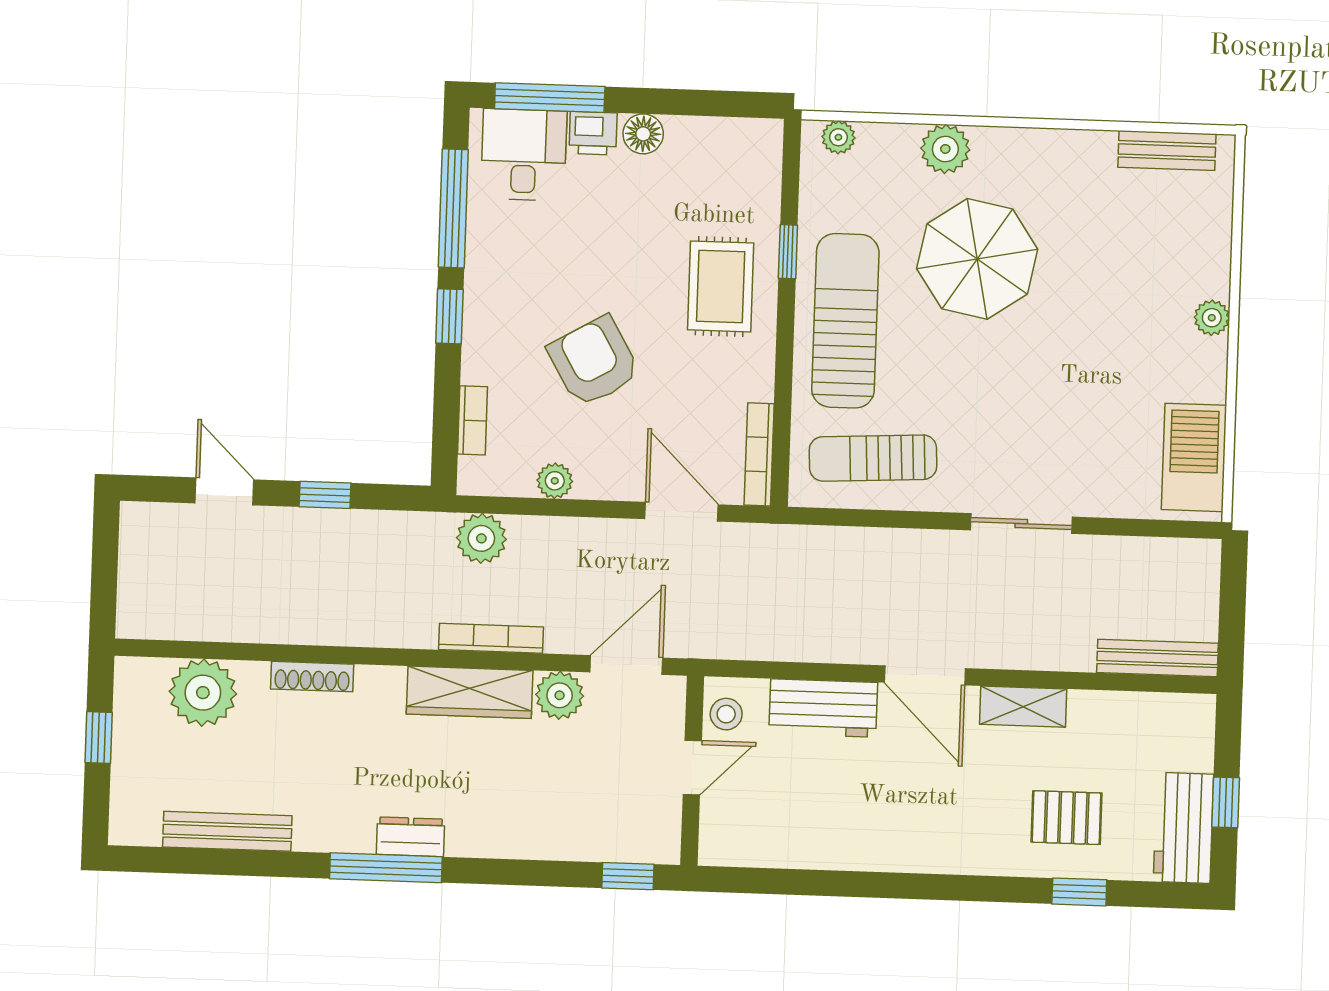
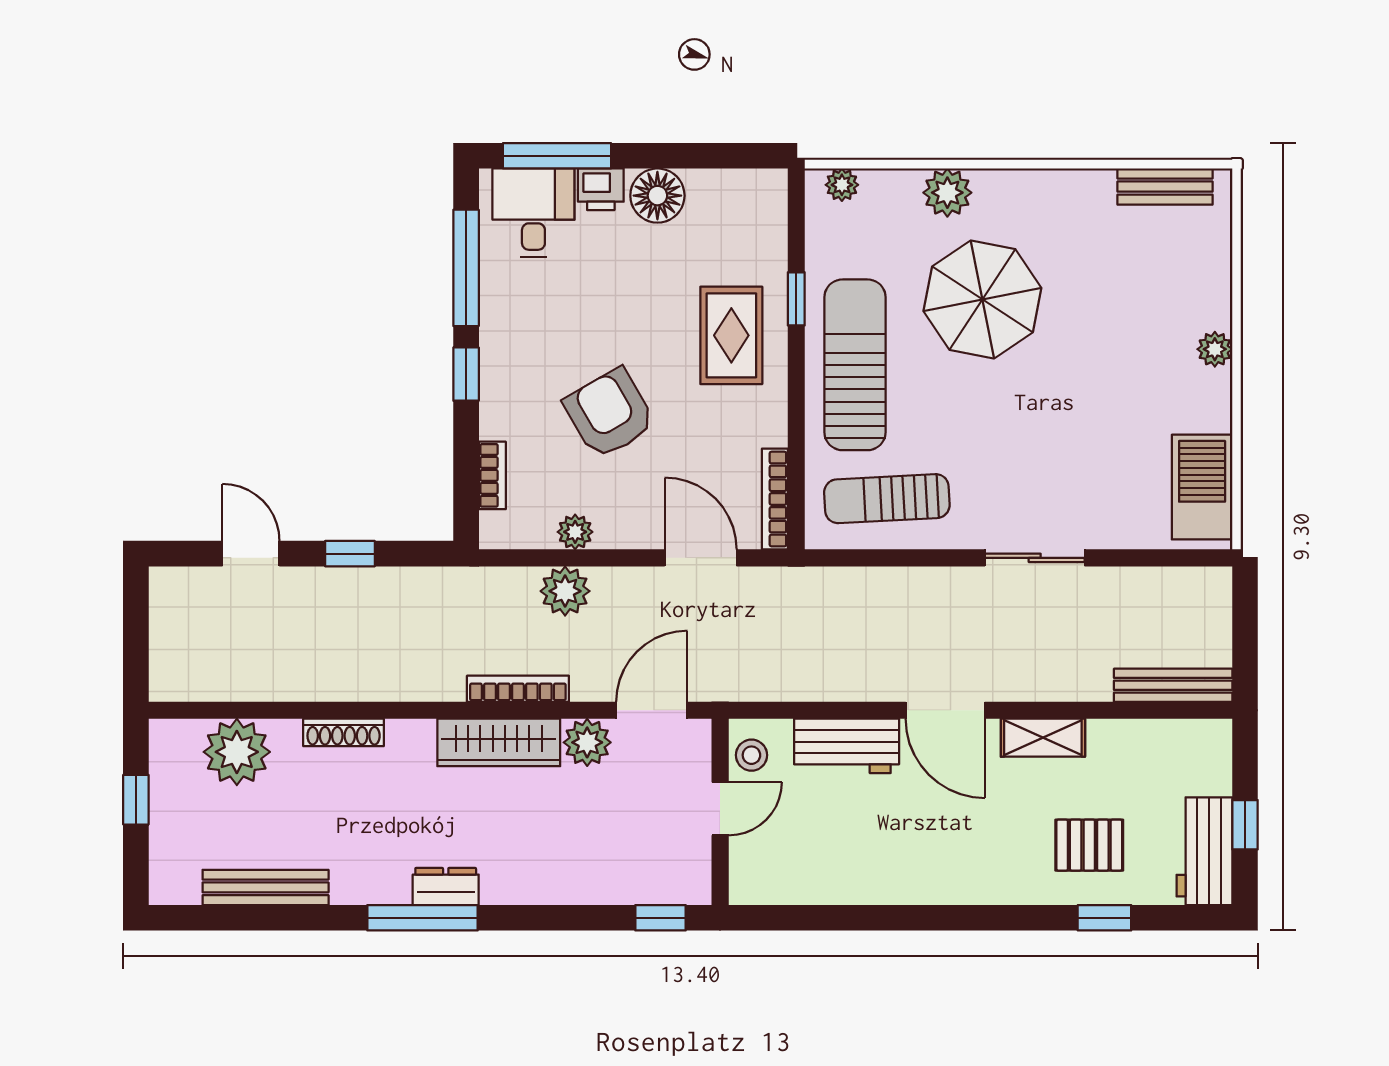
floor lamp: (643, 134) -> (657, 196), width x1.38, depth x1.38
plant: (481, 538) -> (565, 591), moved

